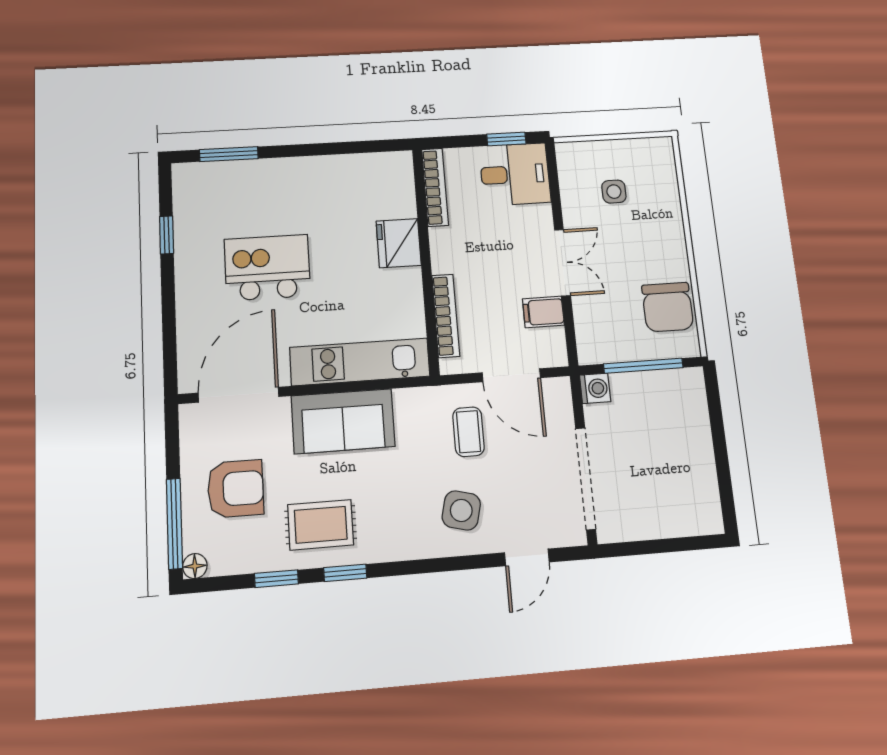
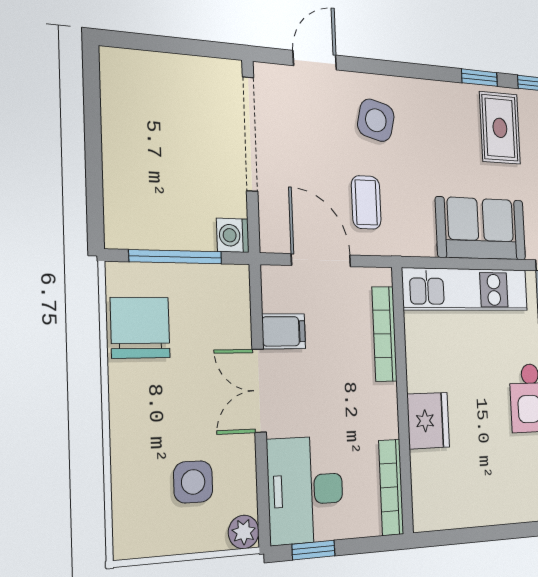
plant: (569, 154) -> (244, 532), added
desk: (515, 174) -> (306, 490), width x1.37
side table: (614, 192) -> (193, 482), width x1.37, depth x1.37
rug: (321, 525) -> (500, 128), turned 90

